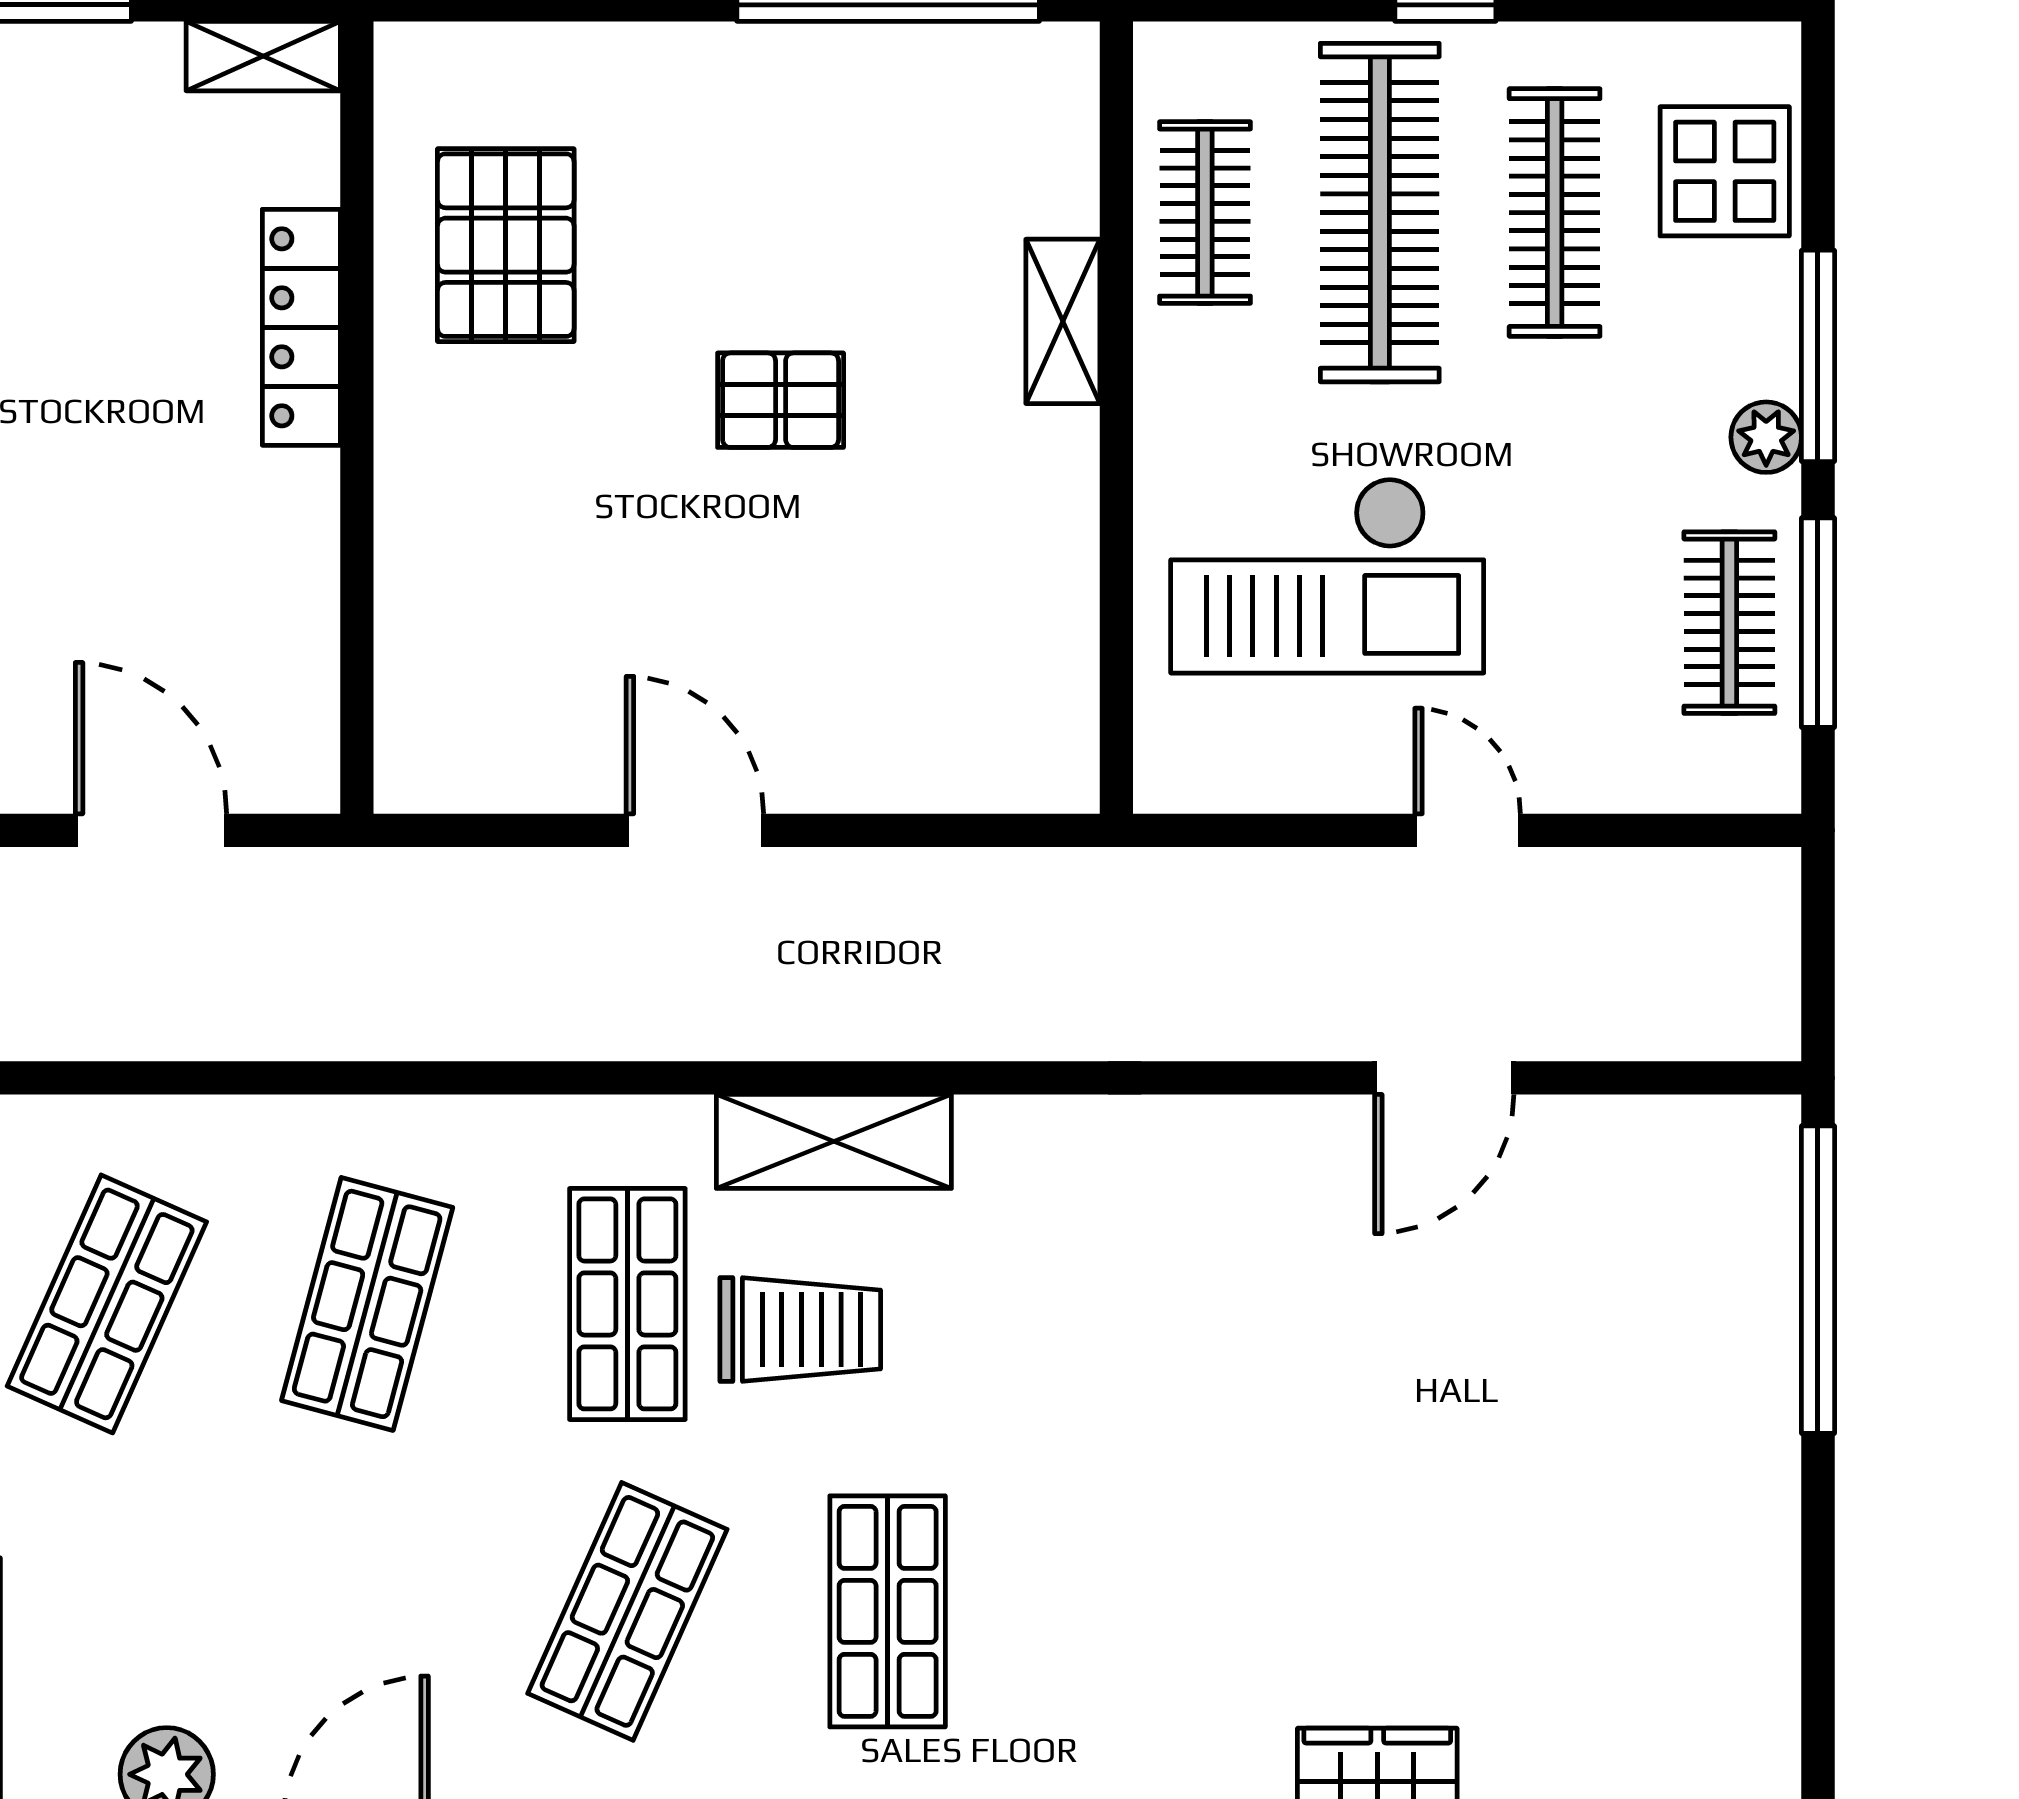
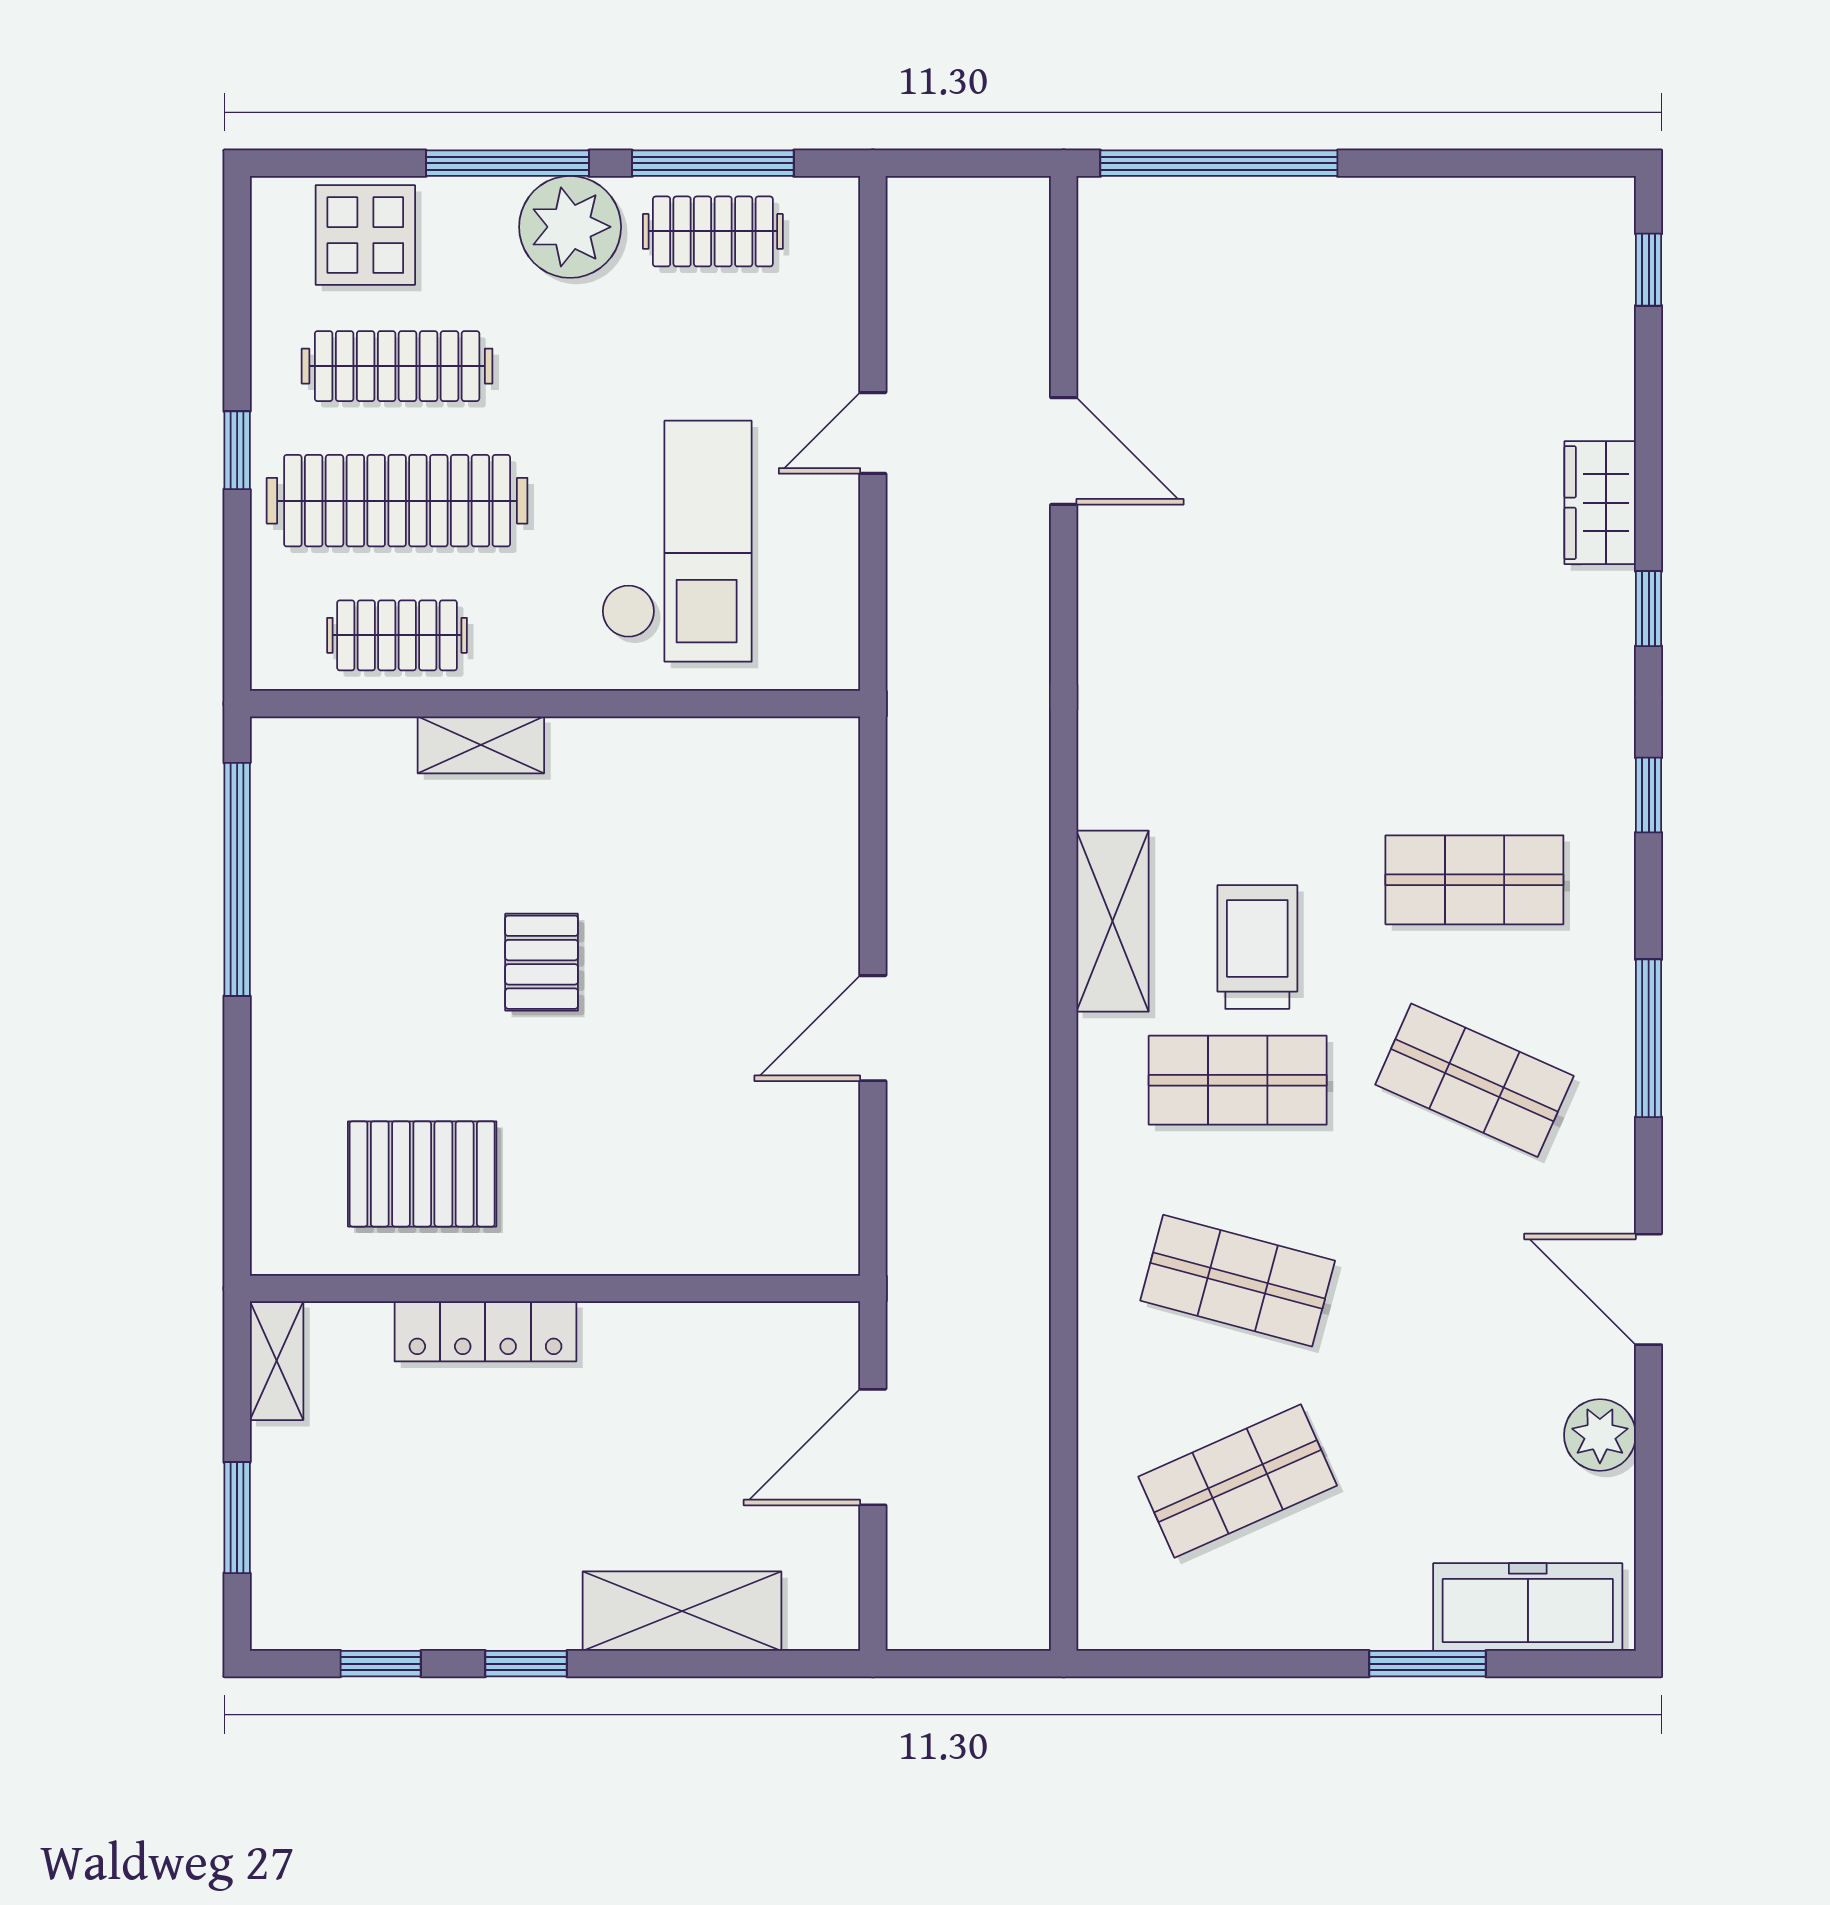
plant: (1766, 437) -> (570, 227), width x1.88, depth x1.88
shop shelf: (107, 1304) -> (1238, 1481), turned -48

